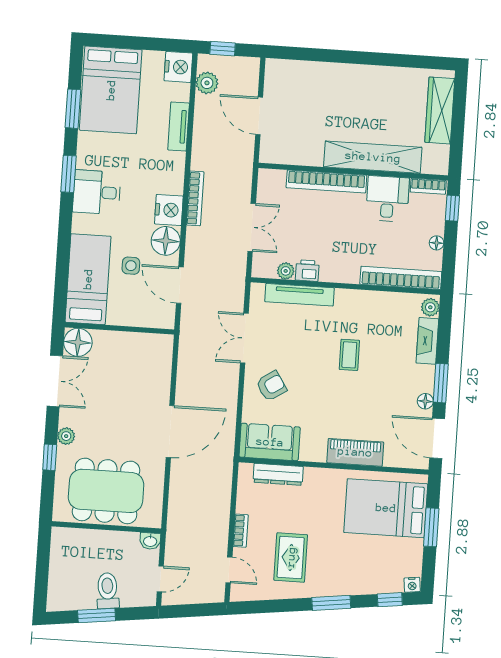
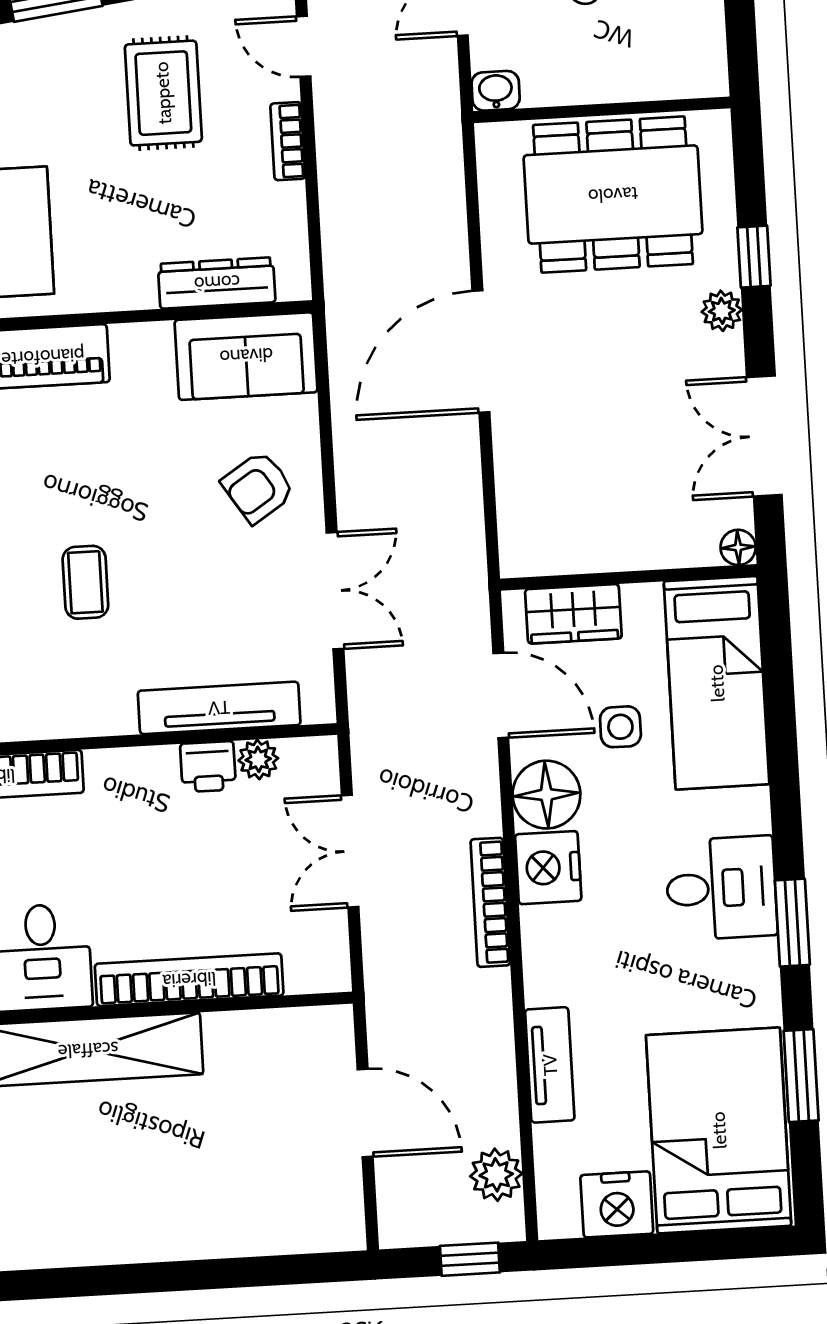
nightstand: (178, 67) -> (617, 1204), moved, turned -90
wardrobe: (145, 316) -> (573, 614), added
floor lamp: (78, 342) -> (738, 547), width x0.53, depth x0.53

